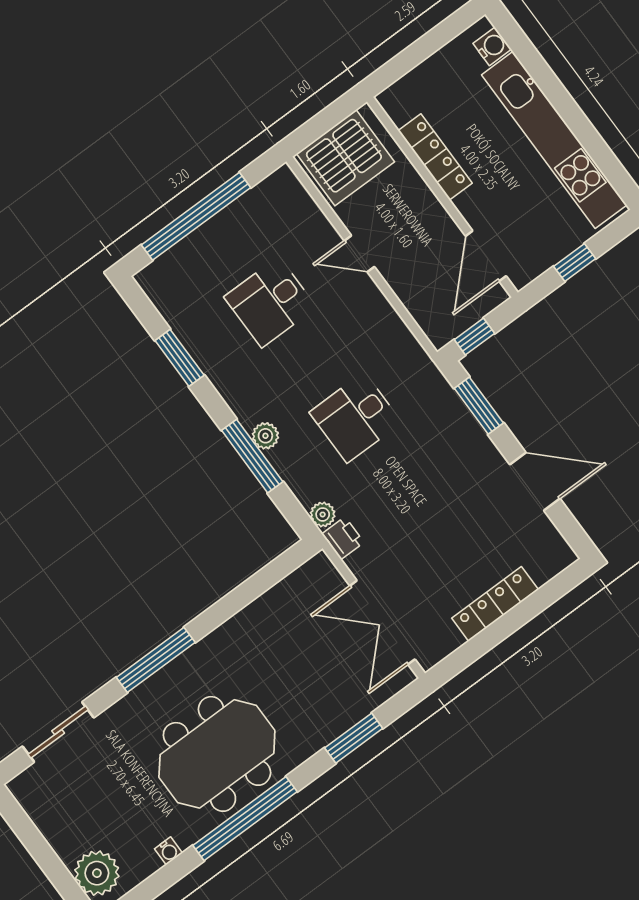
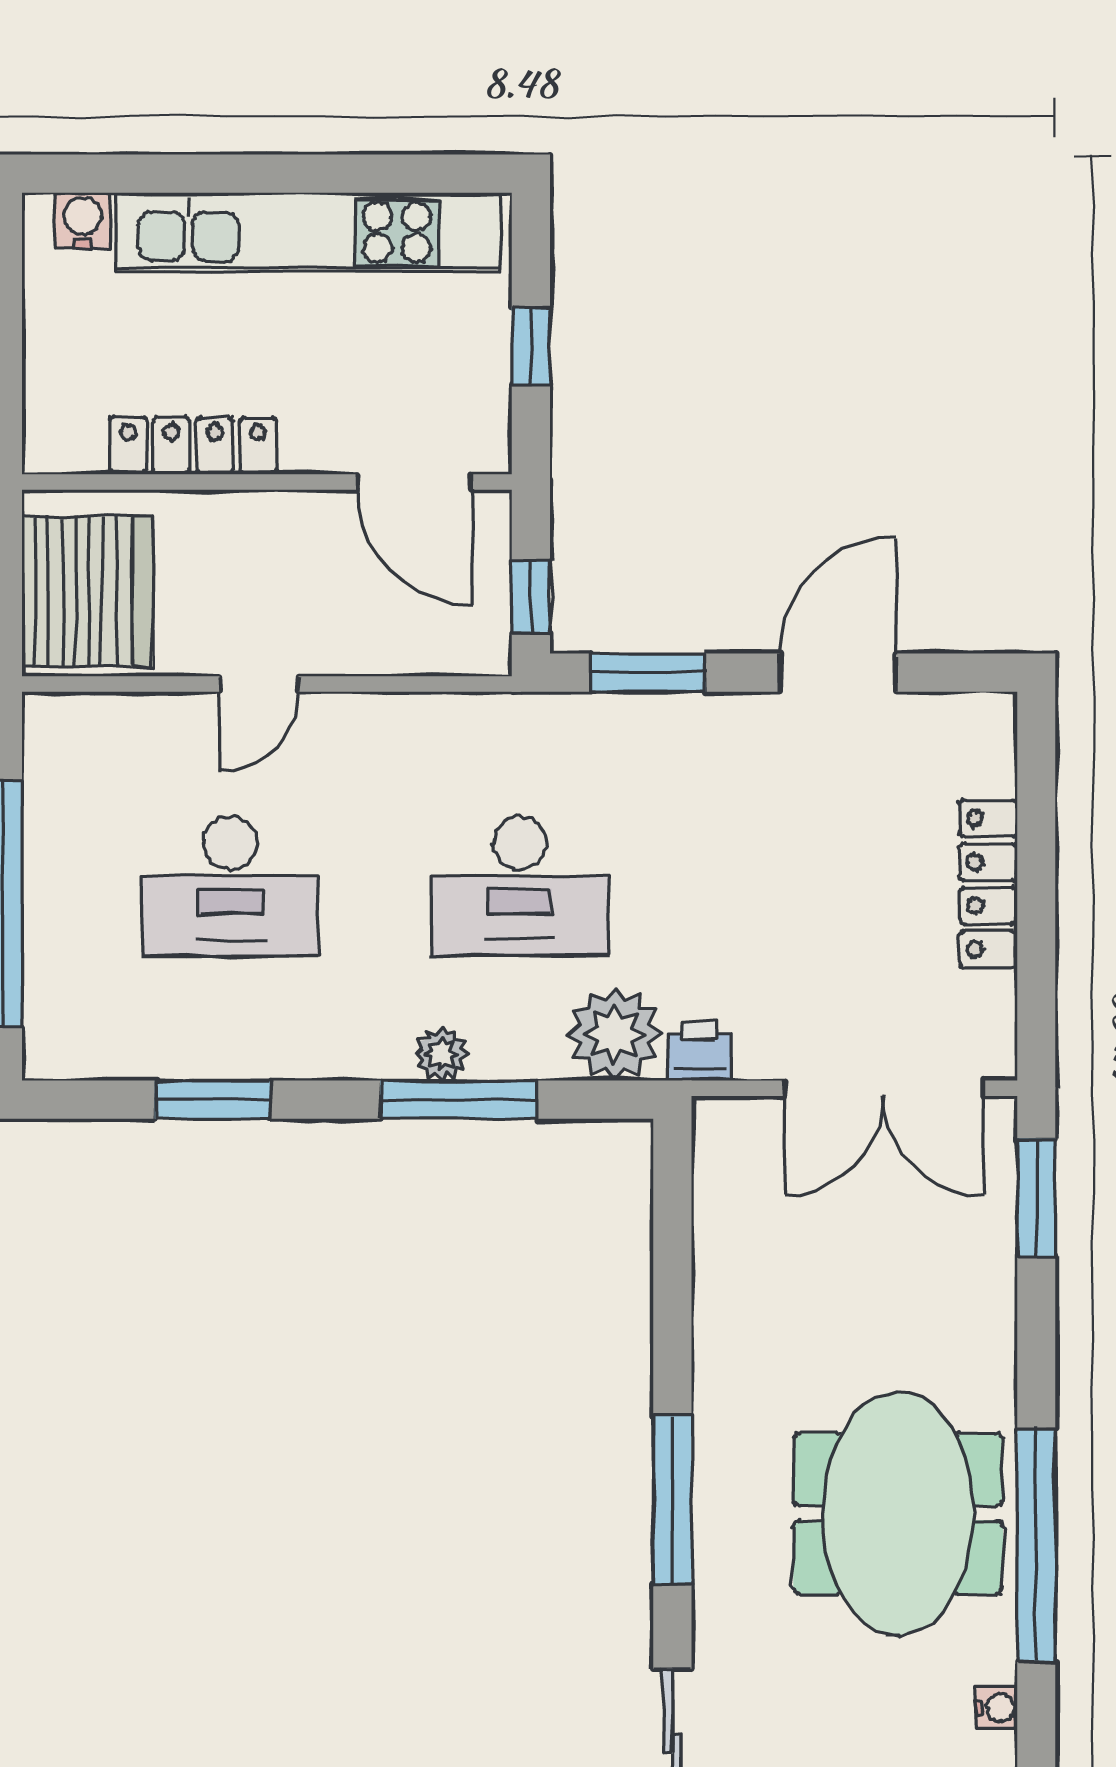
desk: (270, 302) -> (231, 886), width x1.37
desk: (356, 417) -> (520, 886), width x1.37
plant: (323, 514) -> (615, 1034), width x1.87, depth x1.87
window: (354, 738) -> (1036, 1198), moved

